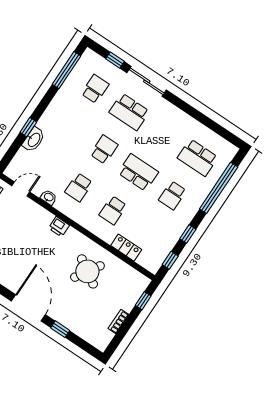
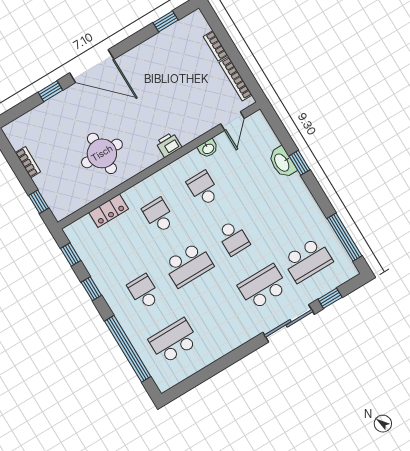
school desk: (95, 89) -> (308, 260), width x1.85
round table: (87, 271) -> (102, 153), turned -32

